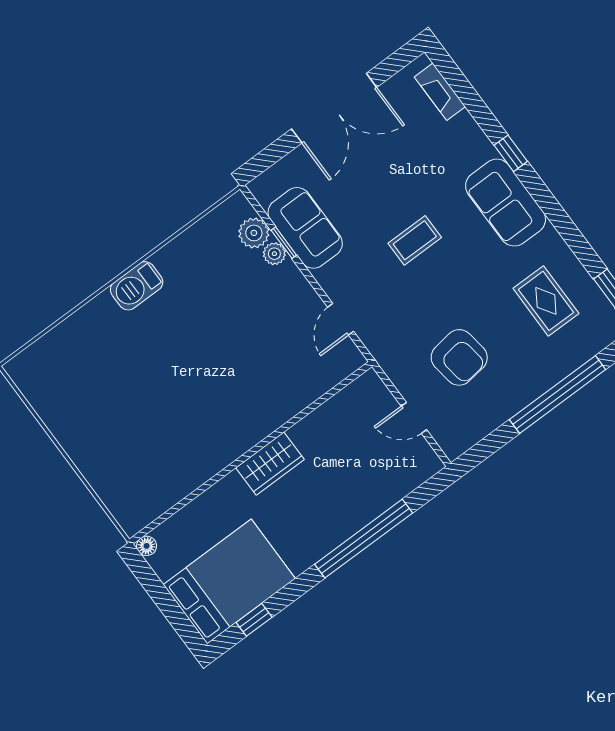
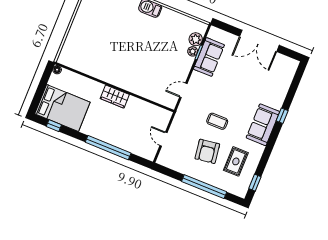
fireplace: (440, 92) -> (289, 76), removed
coffee table: (415, 240) -> (217, 121), moved
armchair: (459, 357) -> (207, 151), moved

